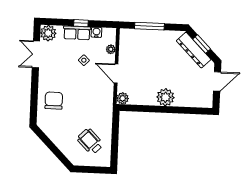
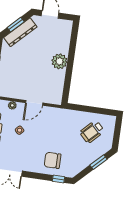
plant: (123, 98) -> (57, 99), removed
window: (34, 109) -> (58, 179), added
window: (57, 152) -> (98, 162), added

